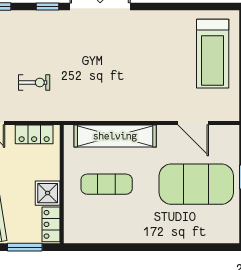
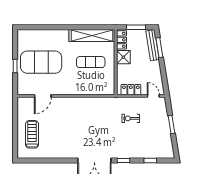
treadmill: (213, 54) -> (32, 134), width x0.73, depth x0.73
door: (193, 123) -> (43, 96), swing flipped
shelving: (115, 136) -> (92, 35), moved

